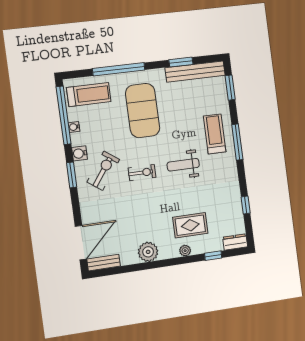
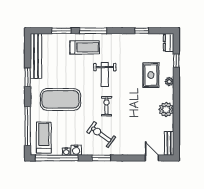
window: (181, 62) -> (28, 77), moved
window: (119, 69) -> (28, 126), moved
window: (230, 88) -> (61, 31), moved
treadmill: (215, 134) -> (85, 47), turned 180
water cooler: (80, 153) -> (76, 150), moved
door: (81, 243) -> (152, 158), width x0.53

